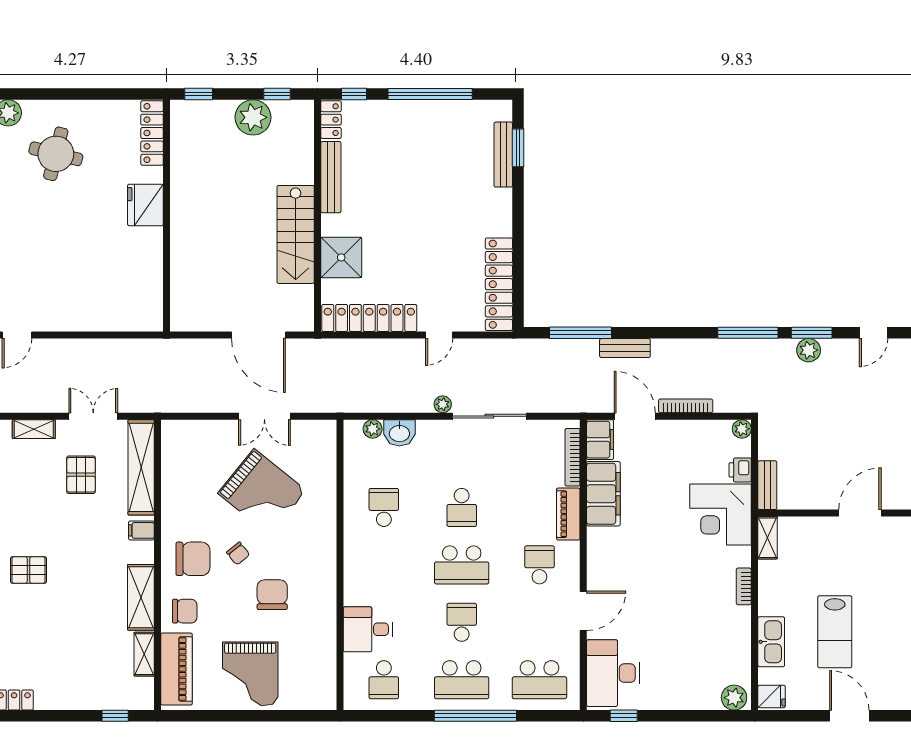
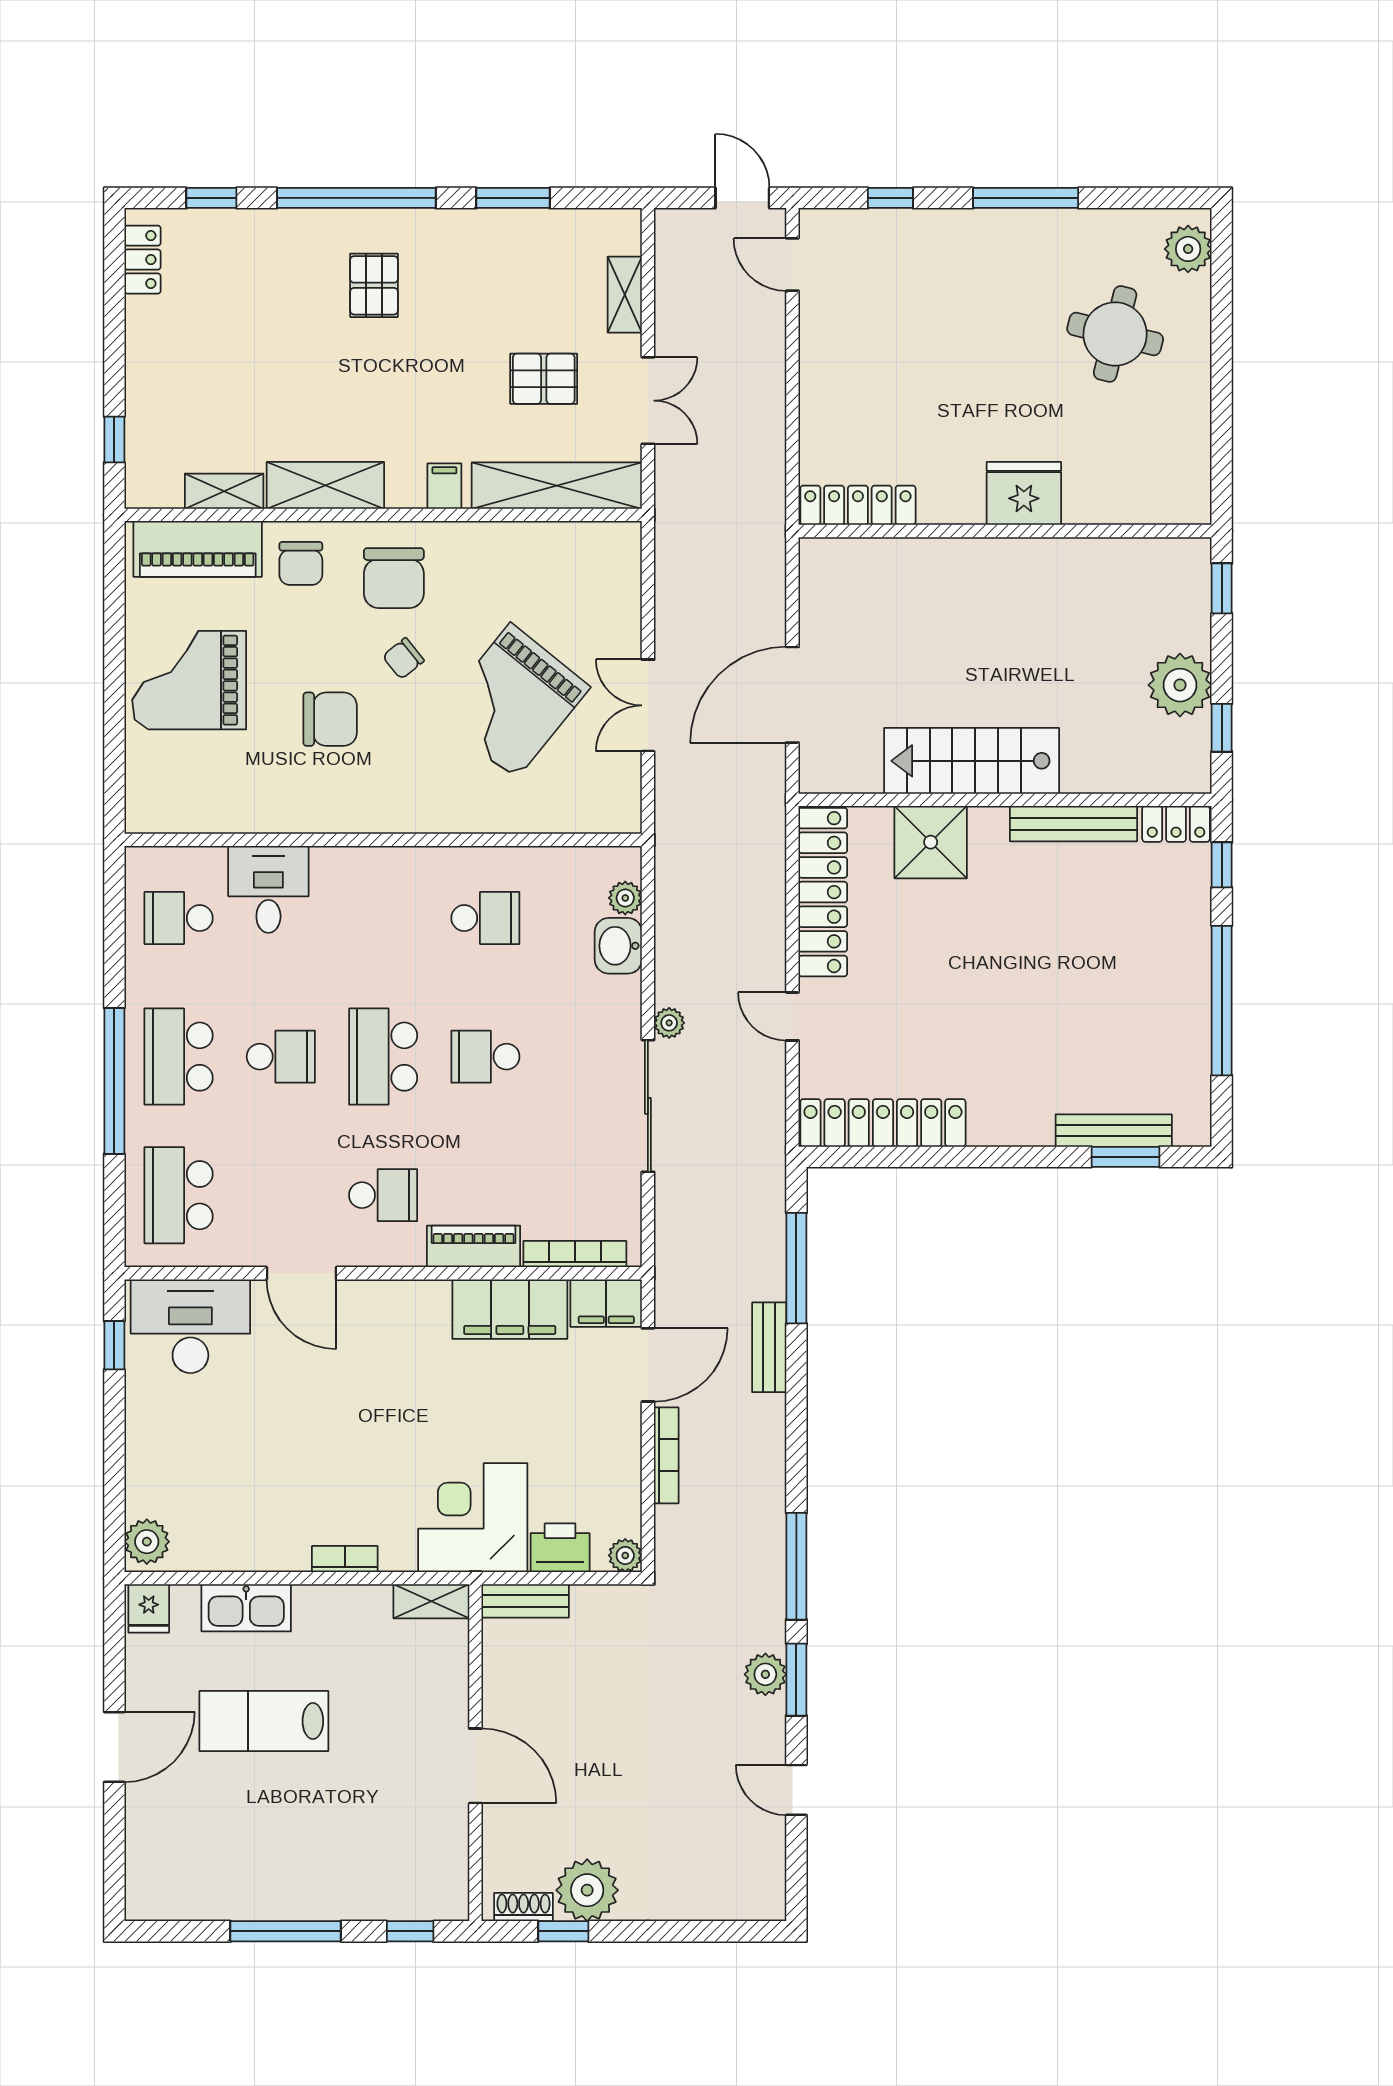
locker: (152, 133) -> (858, 505), moved
printer: (740, 470) -> (560, 1548), width x1.36, depth x1.24

